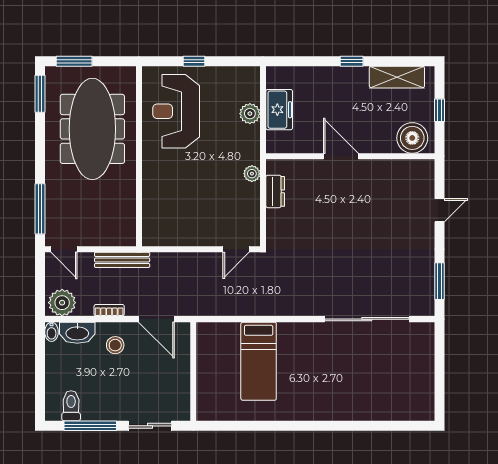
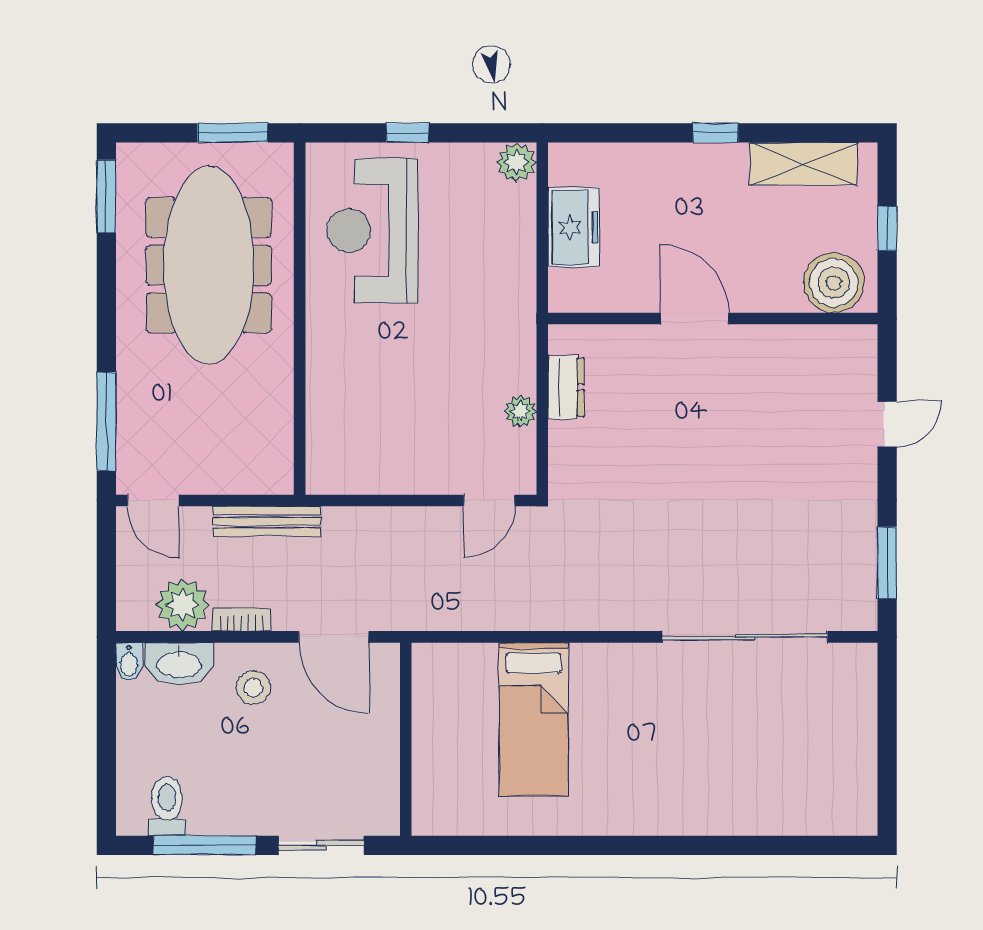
window: (74, 61) -> (233, 133), moved
plant: (250, 114) -> (517, 162), moved
plant: (252, 174) -> (520, 411), moved
plant: (62, 303) -> (183, 605), moved

